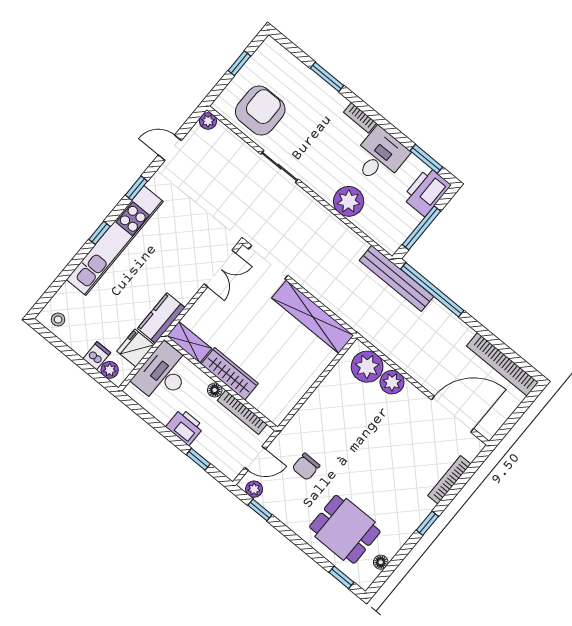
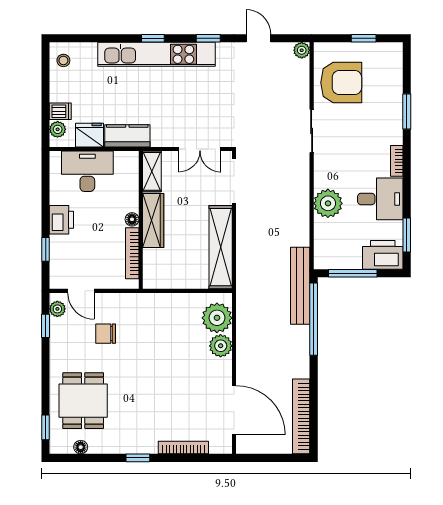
shelving: (189, 342) -> (152, 171), moved
wardrobe: (230, 374) -> (153, 220), moved
wall: (221, 383) -> (141, 220), moved
floor lamp: (215, 390) -> (132, 219), moved
bookcase: (242, 412) -> (132, 253), moved

